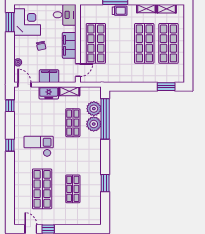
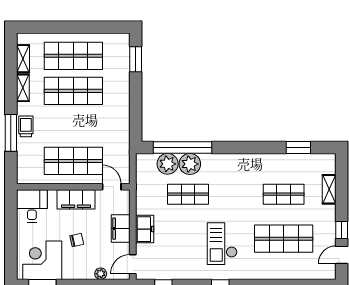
shelving: (69, 91) -> (329, 189), moved
window: (105, 183) -> (298, 148), moved

